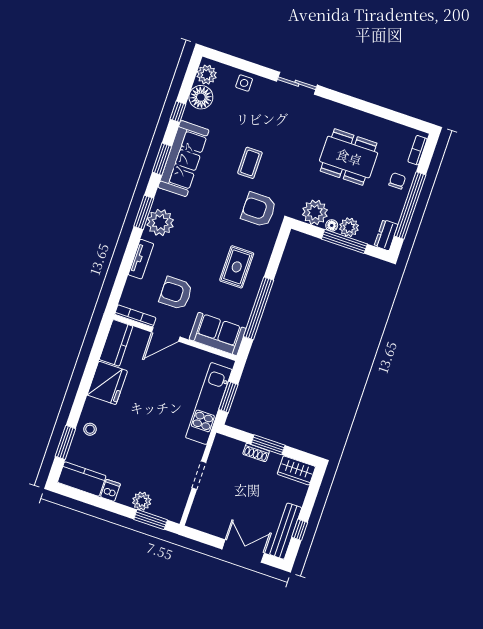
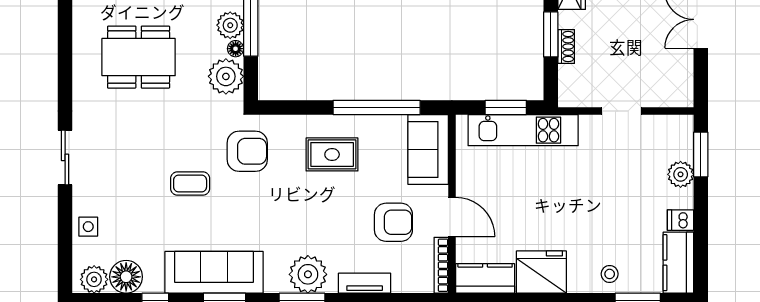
dining table: (349, 157) -> (139, 57), turned 90
armchair: (259, 210) -> (247, 151), turned -90
armchair: (176, 293) -> (393, 222), turned -90

